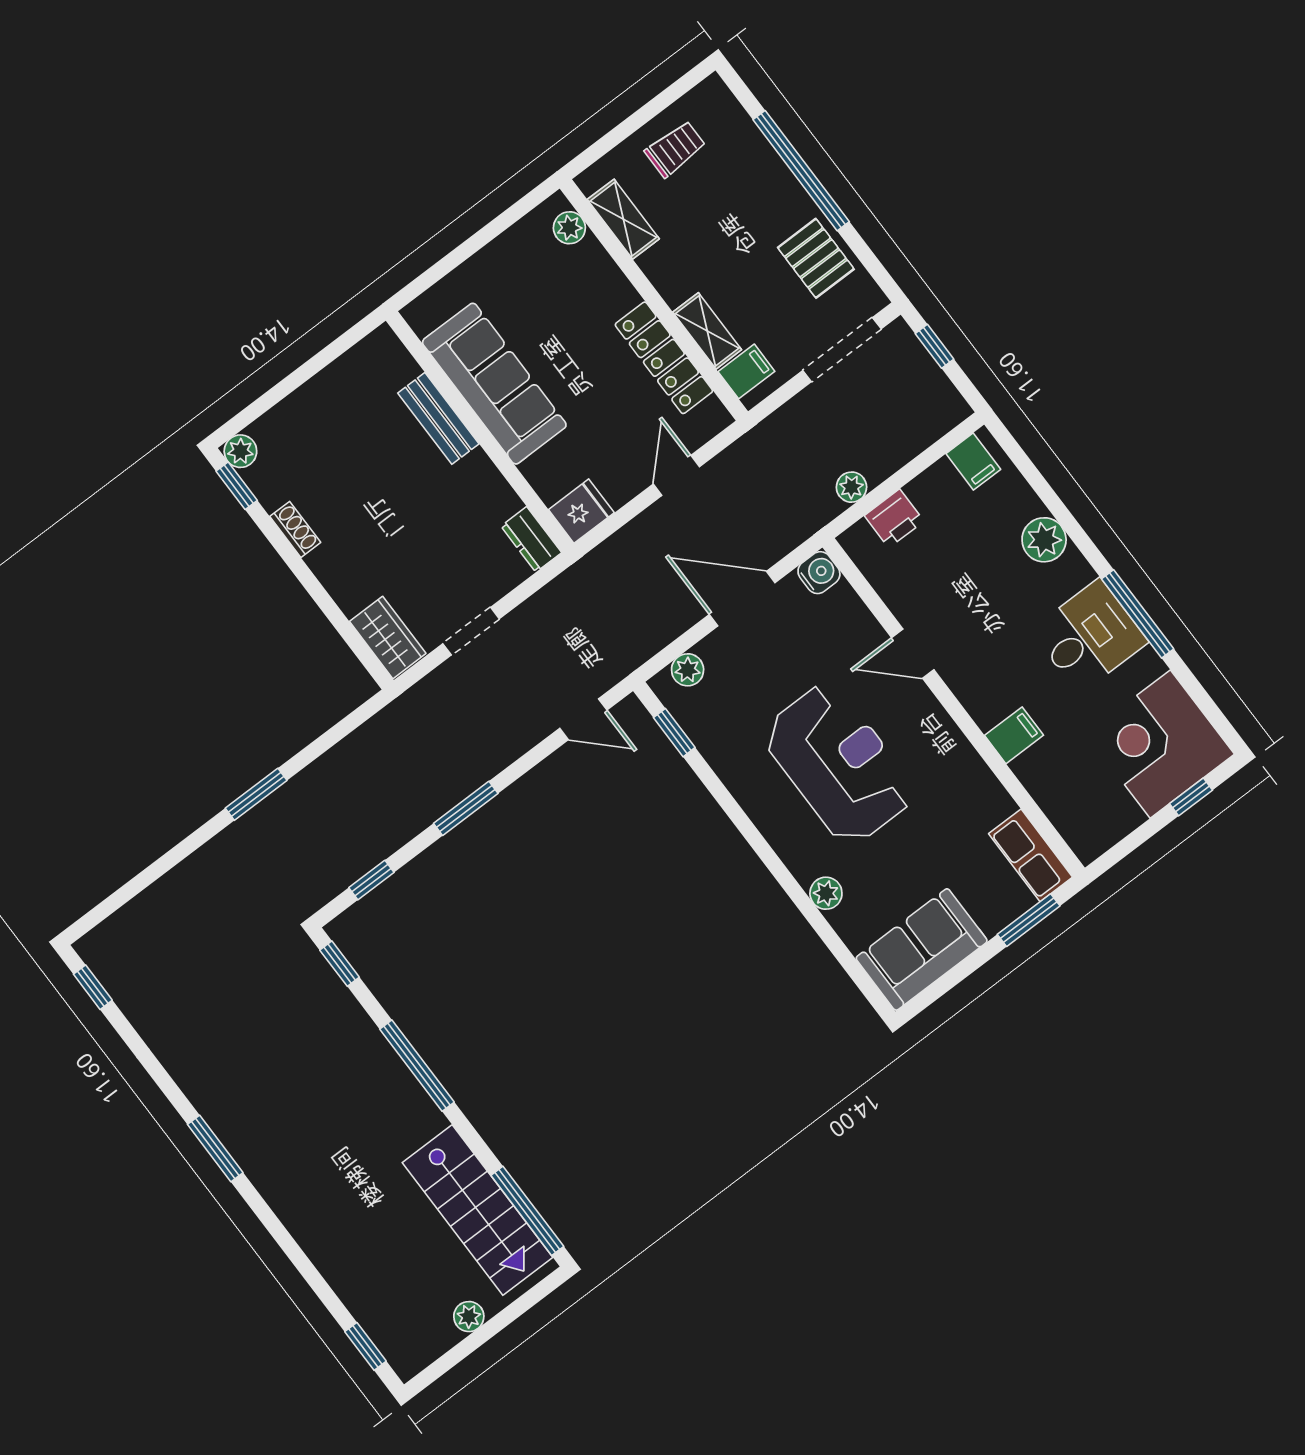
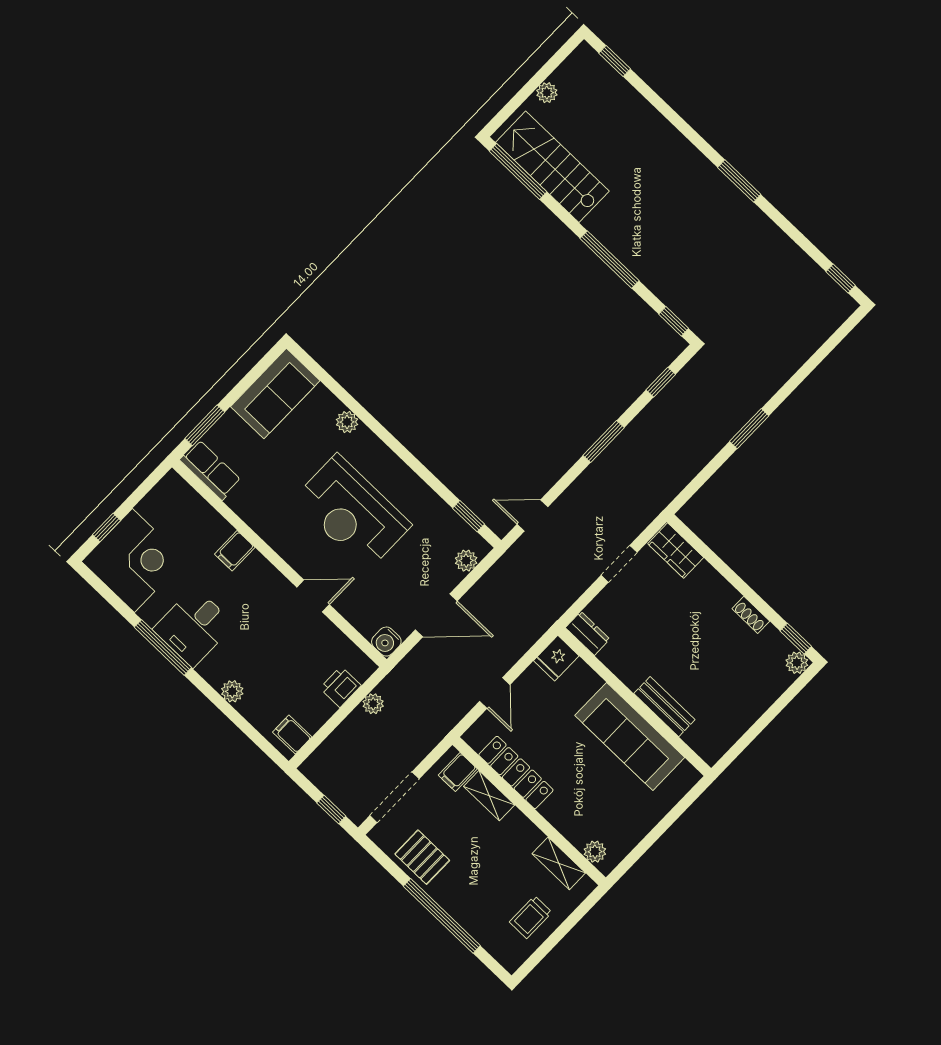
plant: (1044, 540) -> (232, 691), width x0.73, depth x0.73

